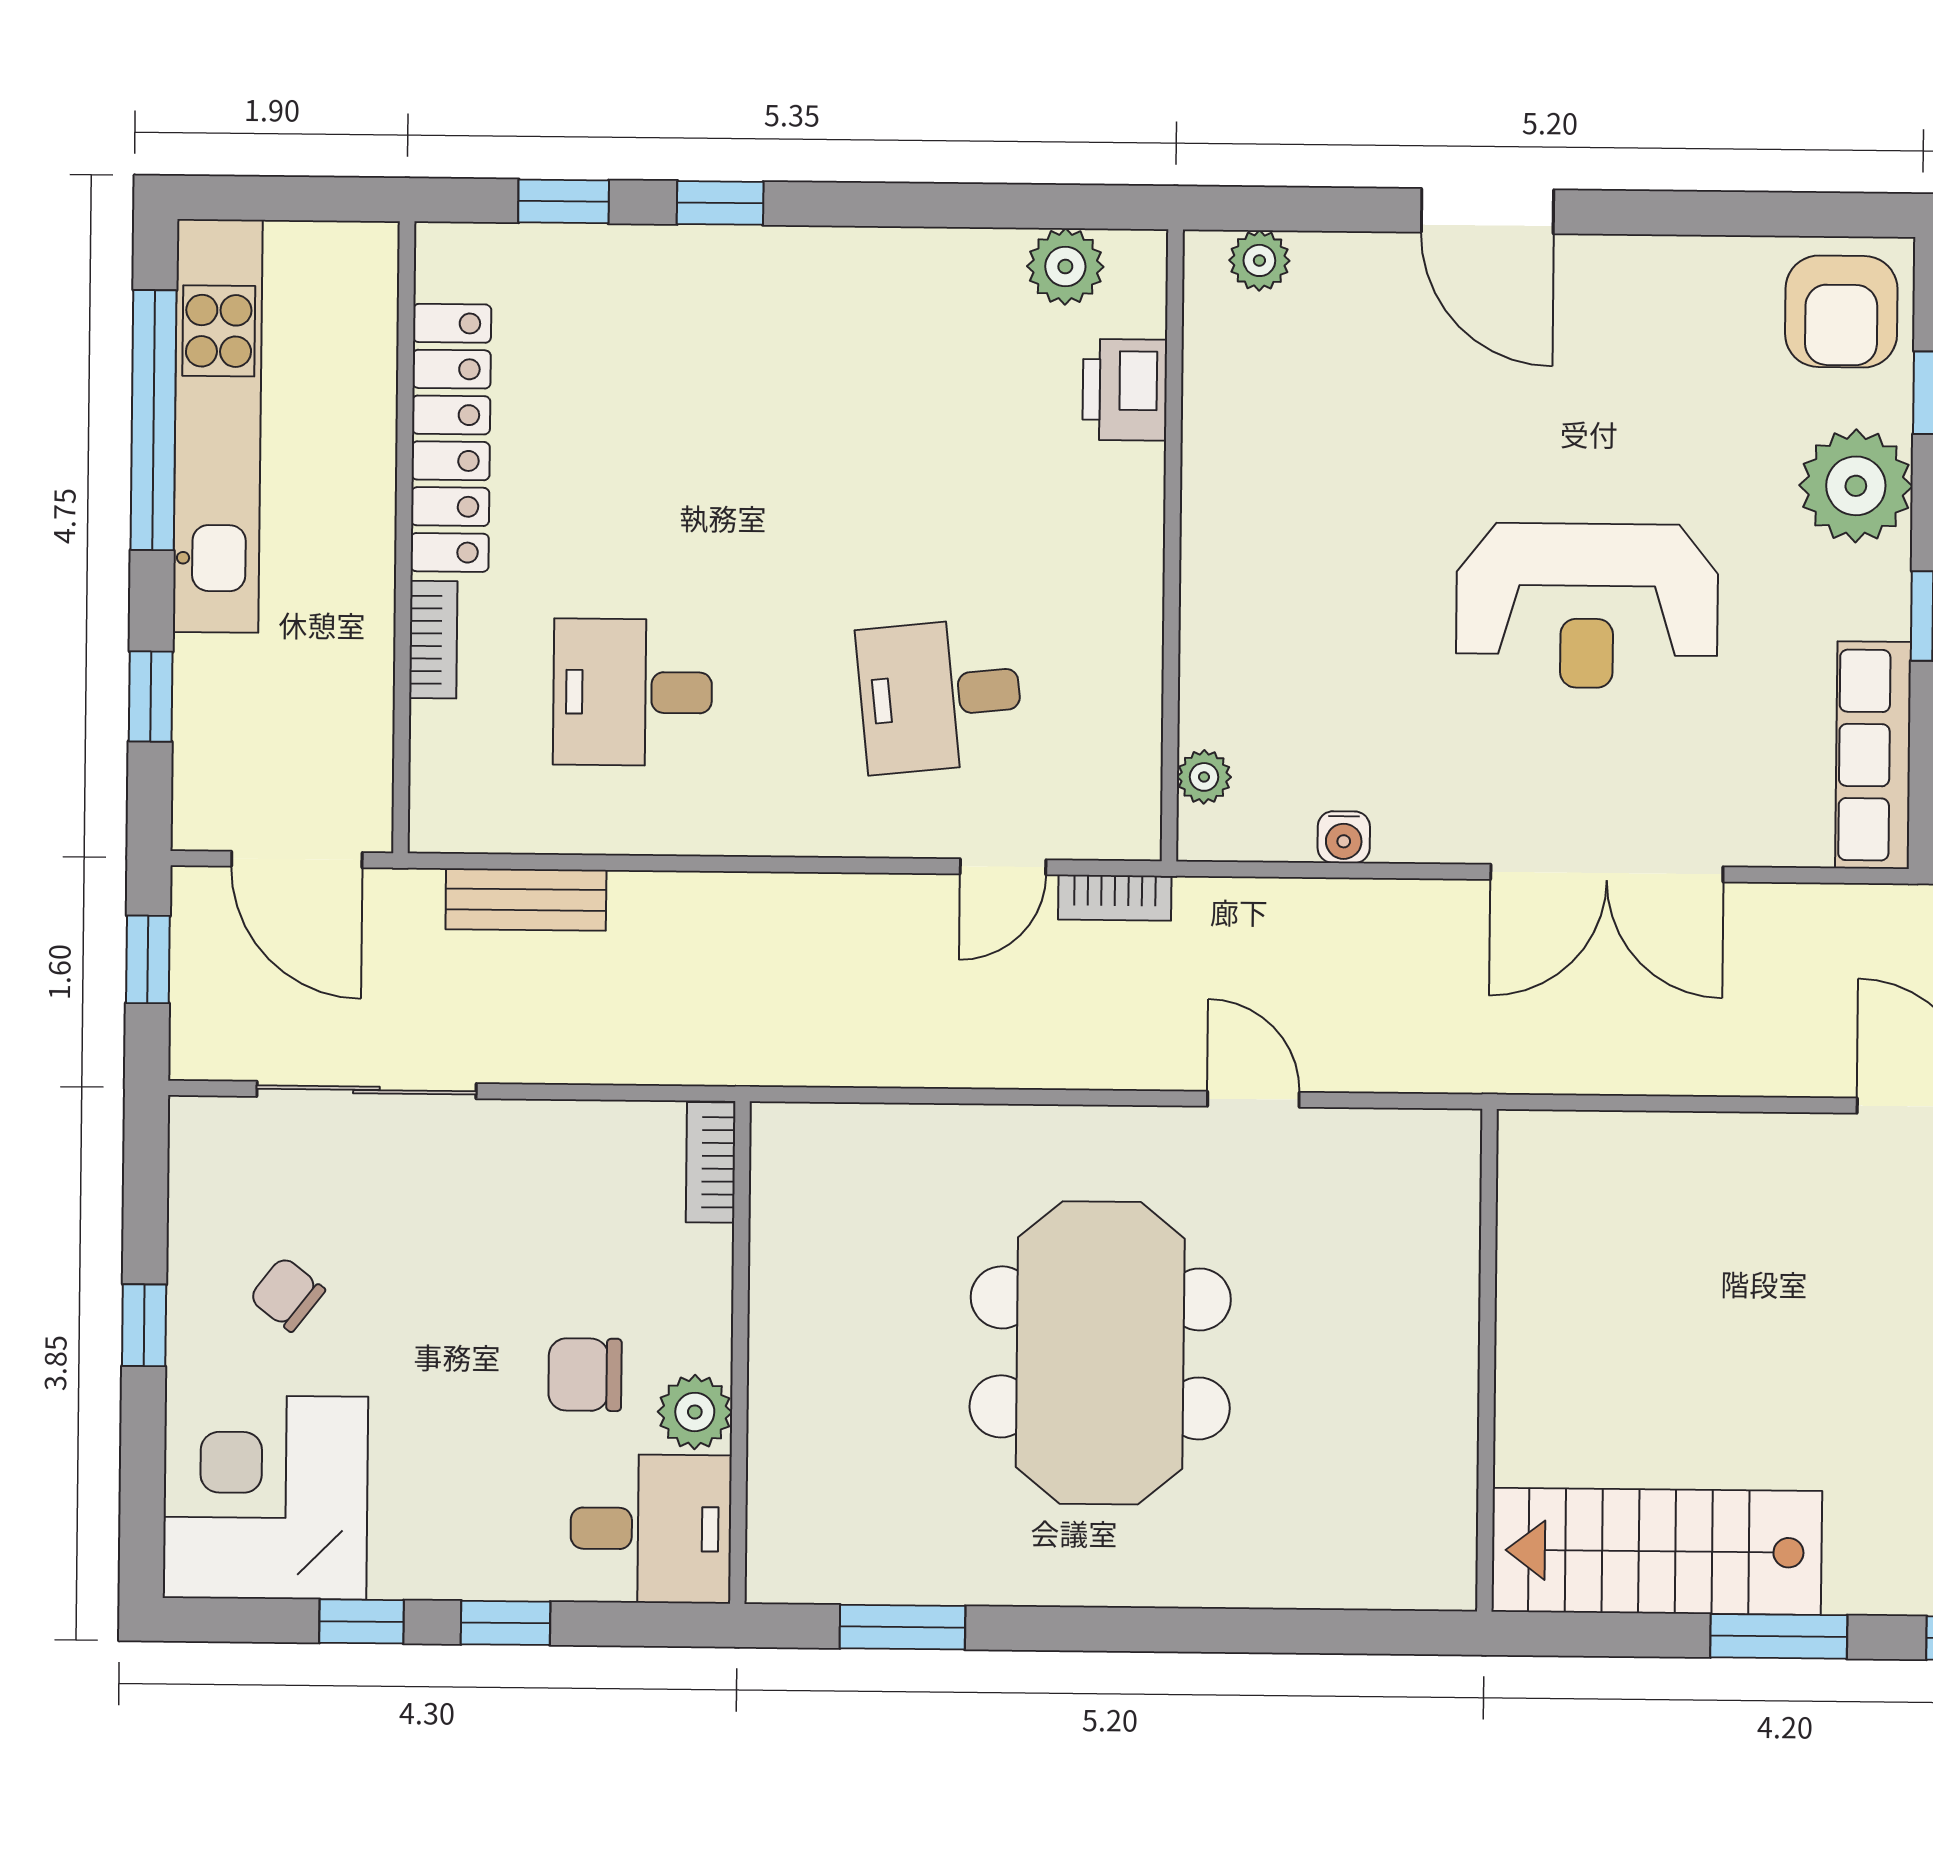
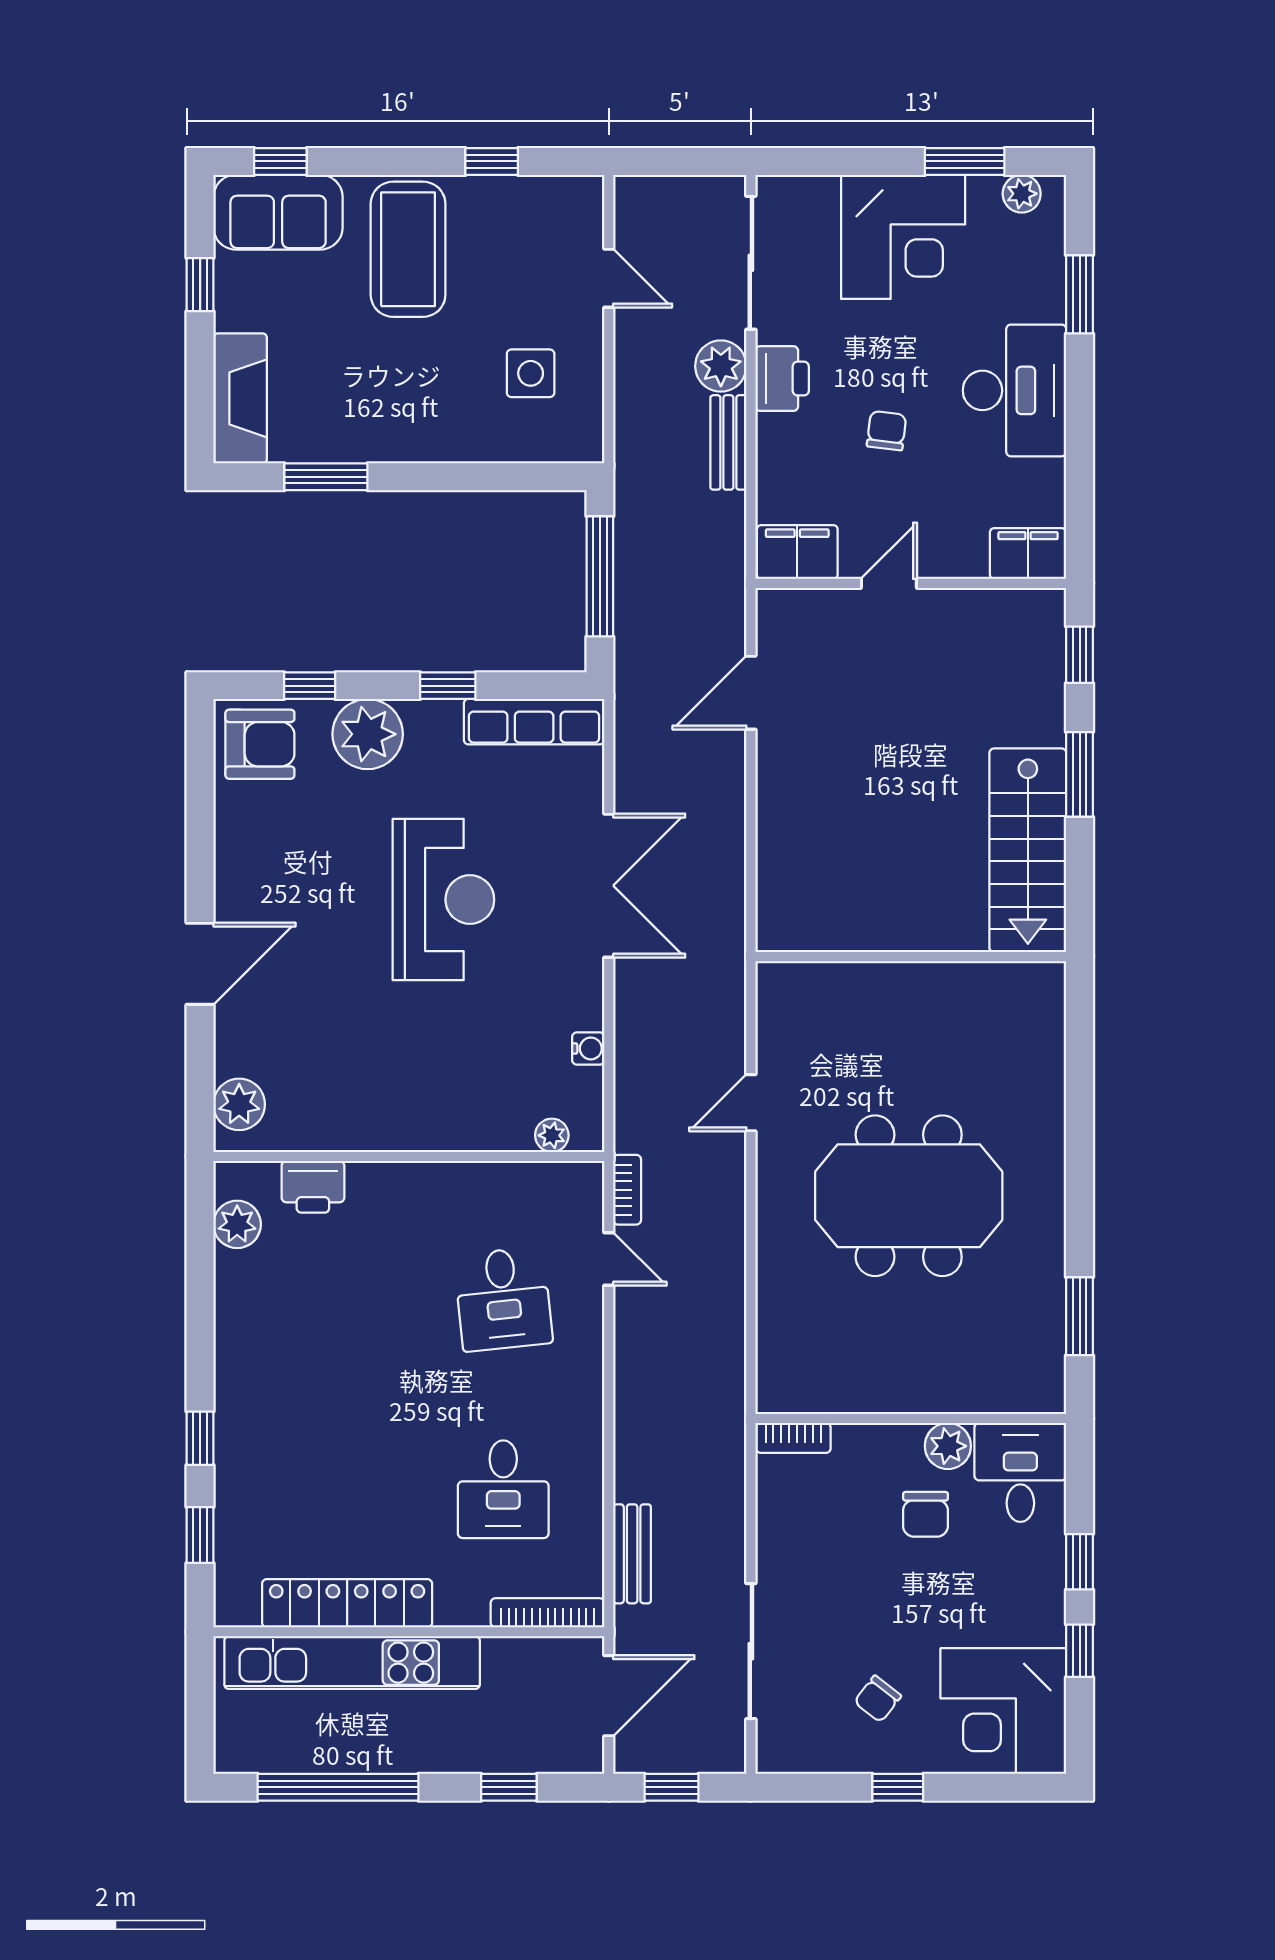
plant: (1259, 260) -> (239, 1104), width x1.38, depth x1.38
kitchen unit: (218, 426) -> (352, 1663), moved, turned 180
bookcase: (433, 640) -> (548, 1613), moved, width x1.56

